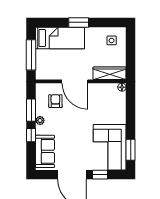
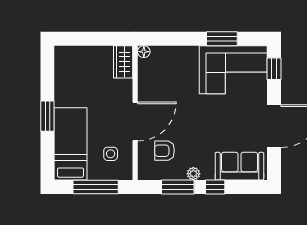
side table: (112, 40) -> (111, 154), moved
wardrobe: (110, 73) -> (123, 62), width x0.67
window: (131, 150) -> (222, 39), moved
window: (100, 175) -> (274, 69), moved

